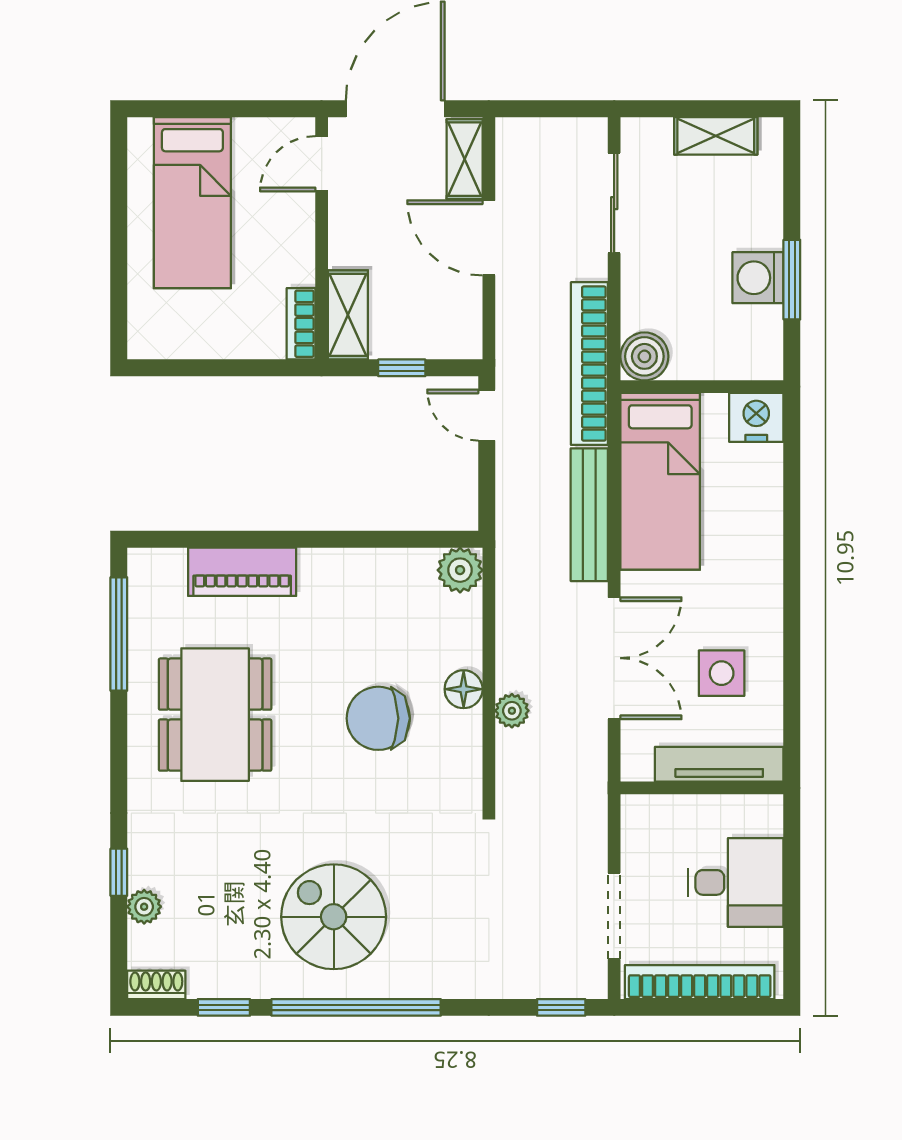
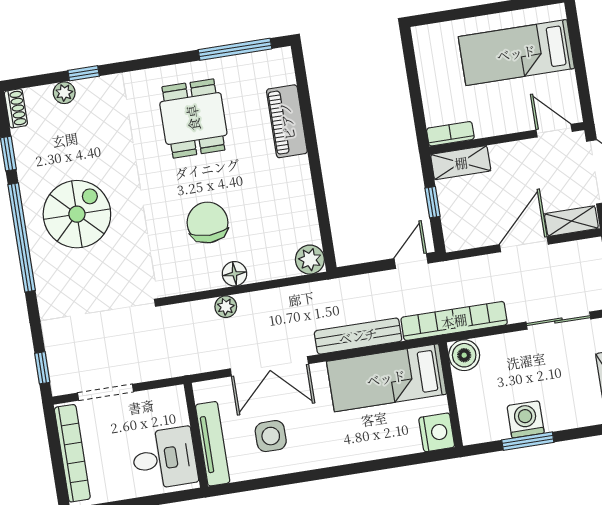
dining table: (215, 715) -> (193, 118), width x0.73
desk: (736, 882) -> (164, 458), moved, turned -90

